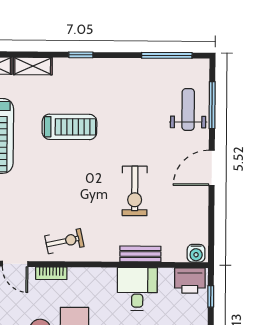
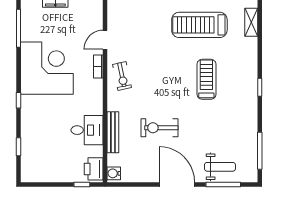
shelving: (33, 66) -> (251, 52), removed
treadmill: (69, 127) -> (206, 79), turned 180
door: (212, 168) -> (177, 184), width x1.36
bench: (140, 254) -> (113, 132), width x1.36

